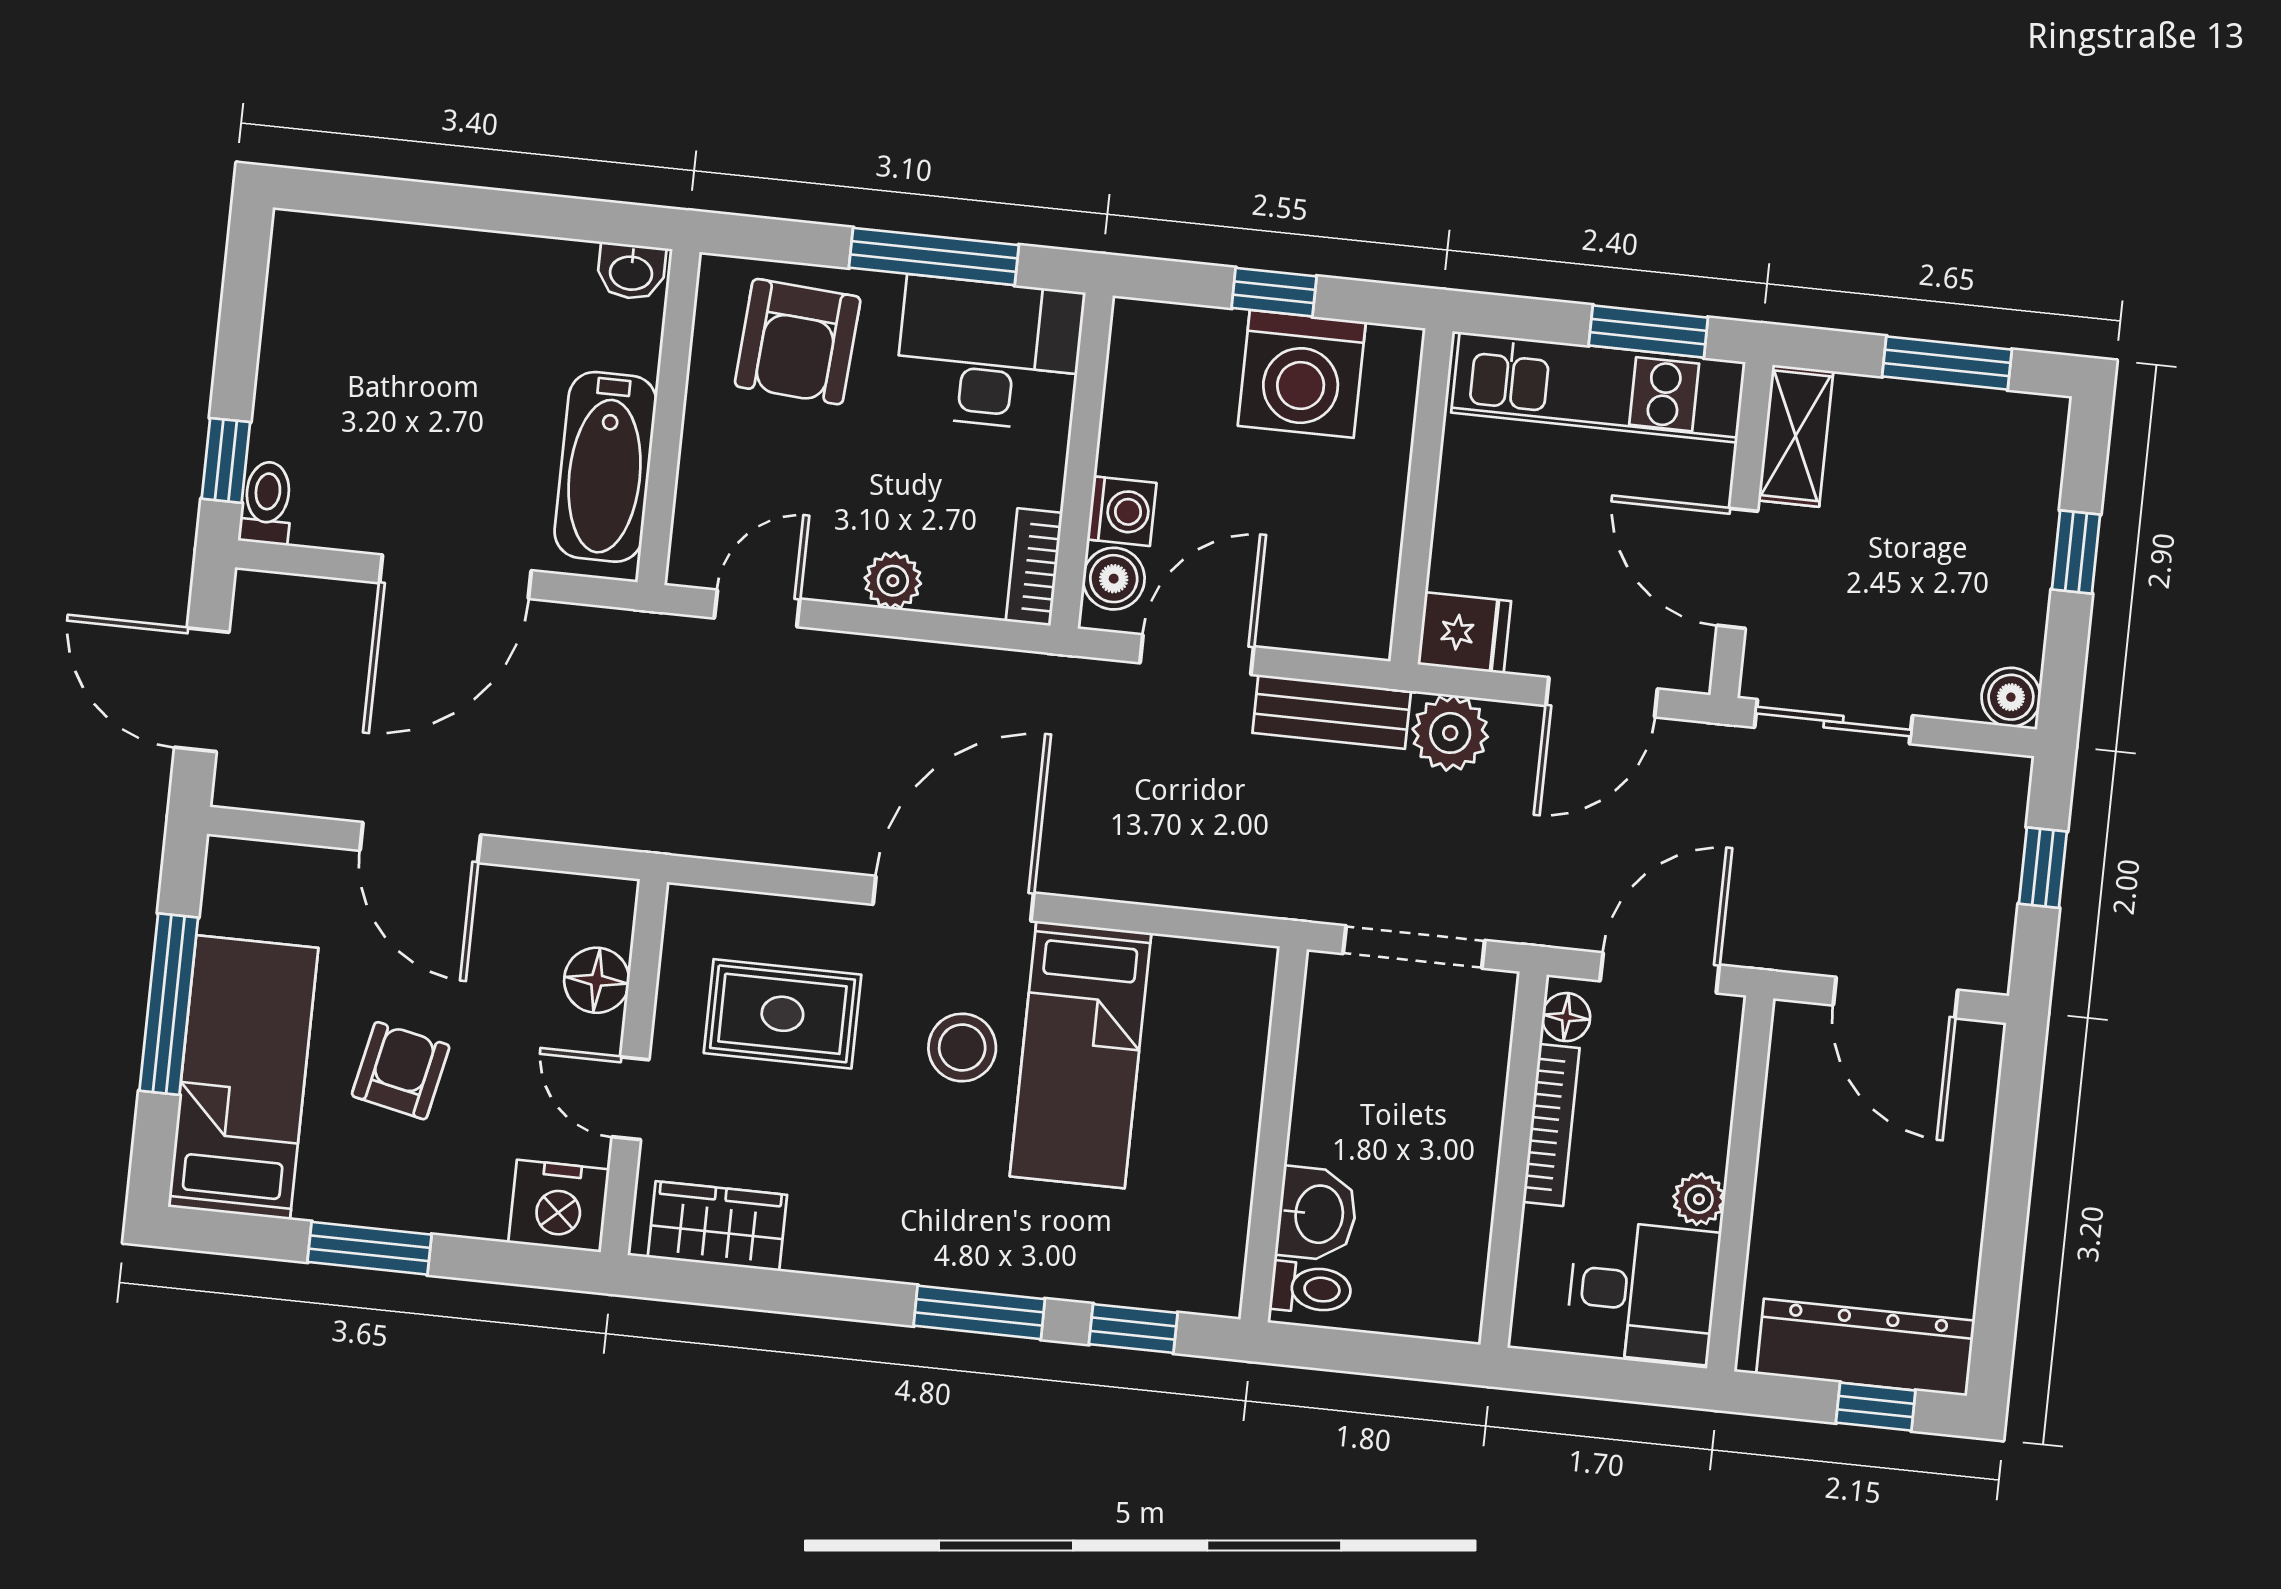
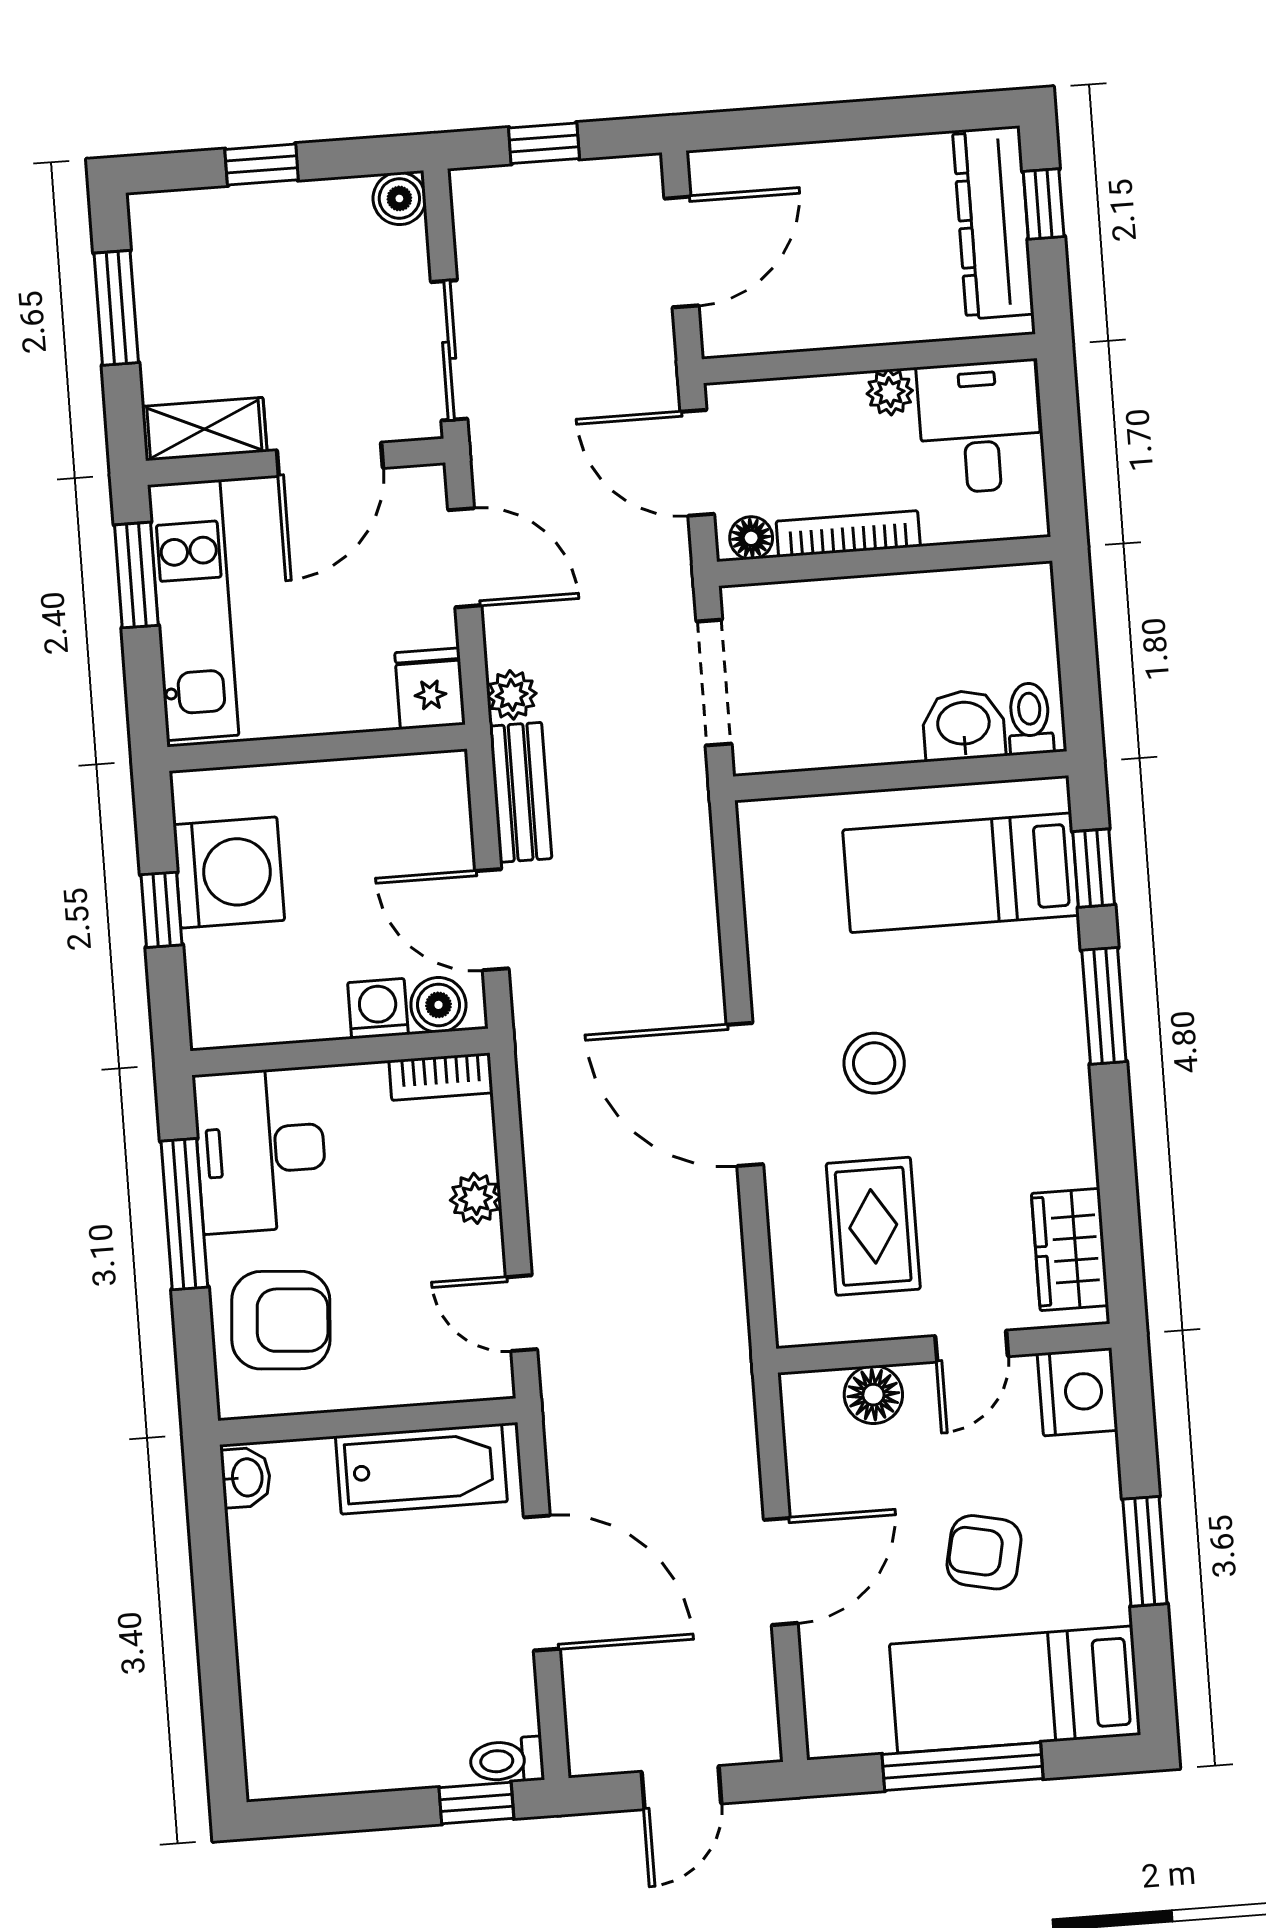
door: (202, 690) -> (681, 1788), width x0.73
plant: (1450, 733) -> (512, 695), width x0.73, depth x0.73
bed: (1081, 1055) -> (961, 873), moved, turned 180

